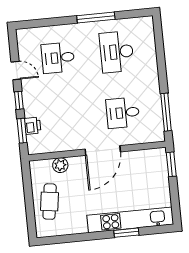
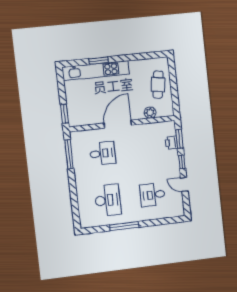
desk: (58, 58) -> (153, 195), turned 180

